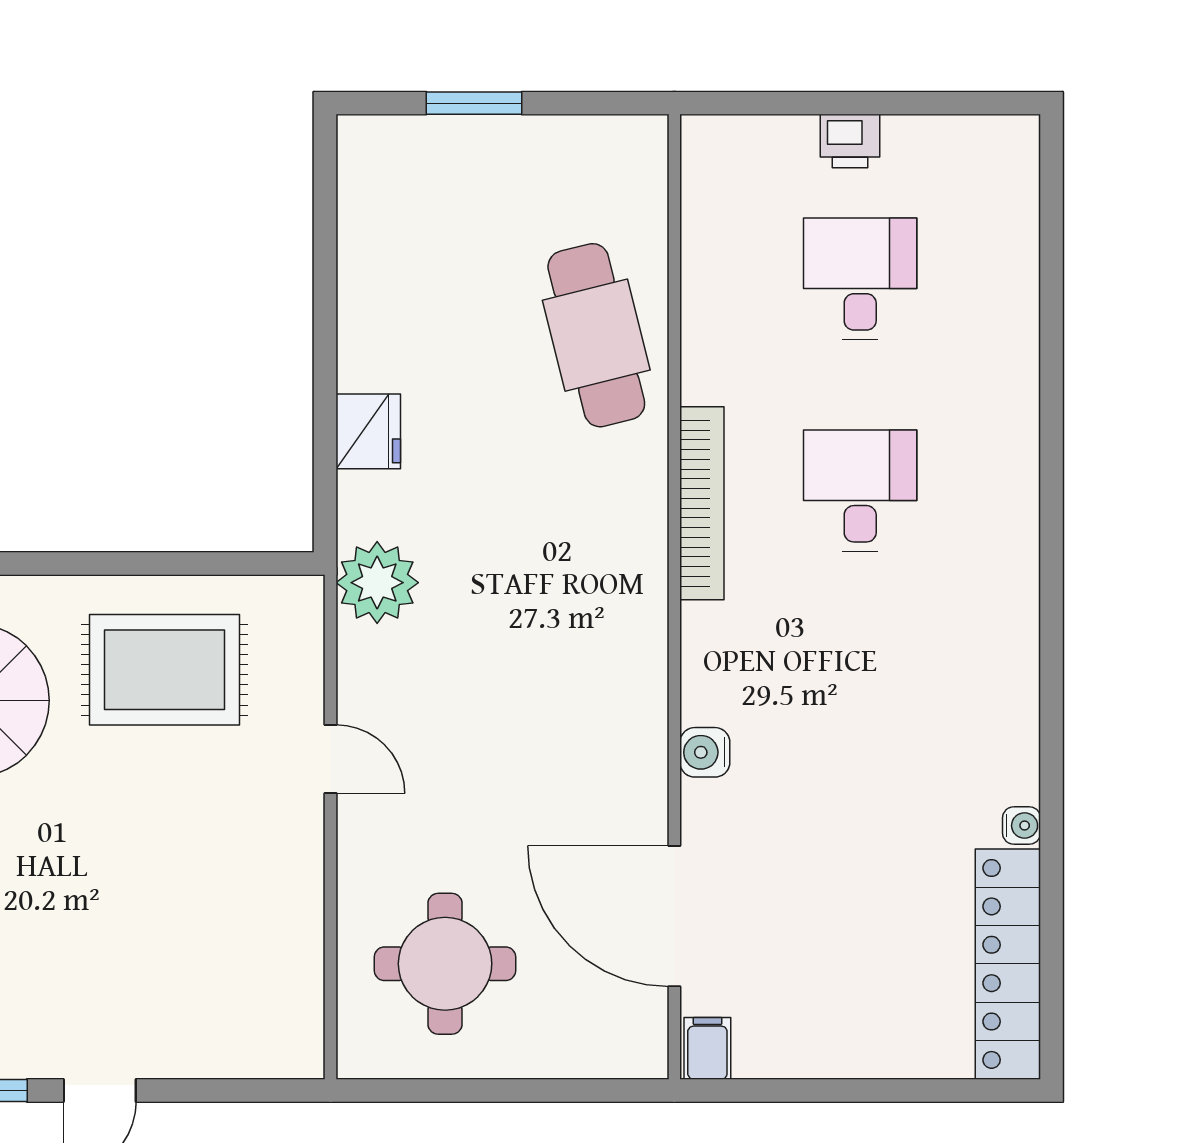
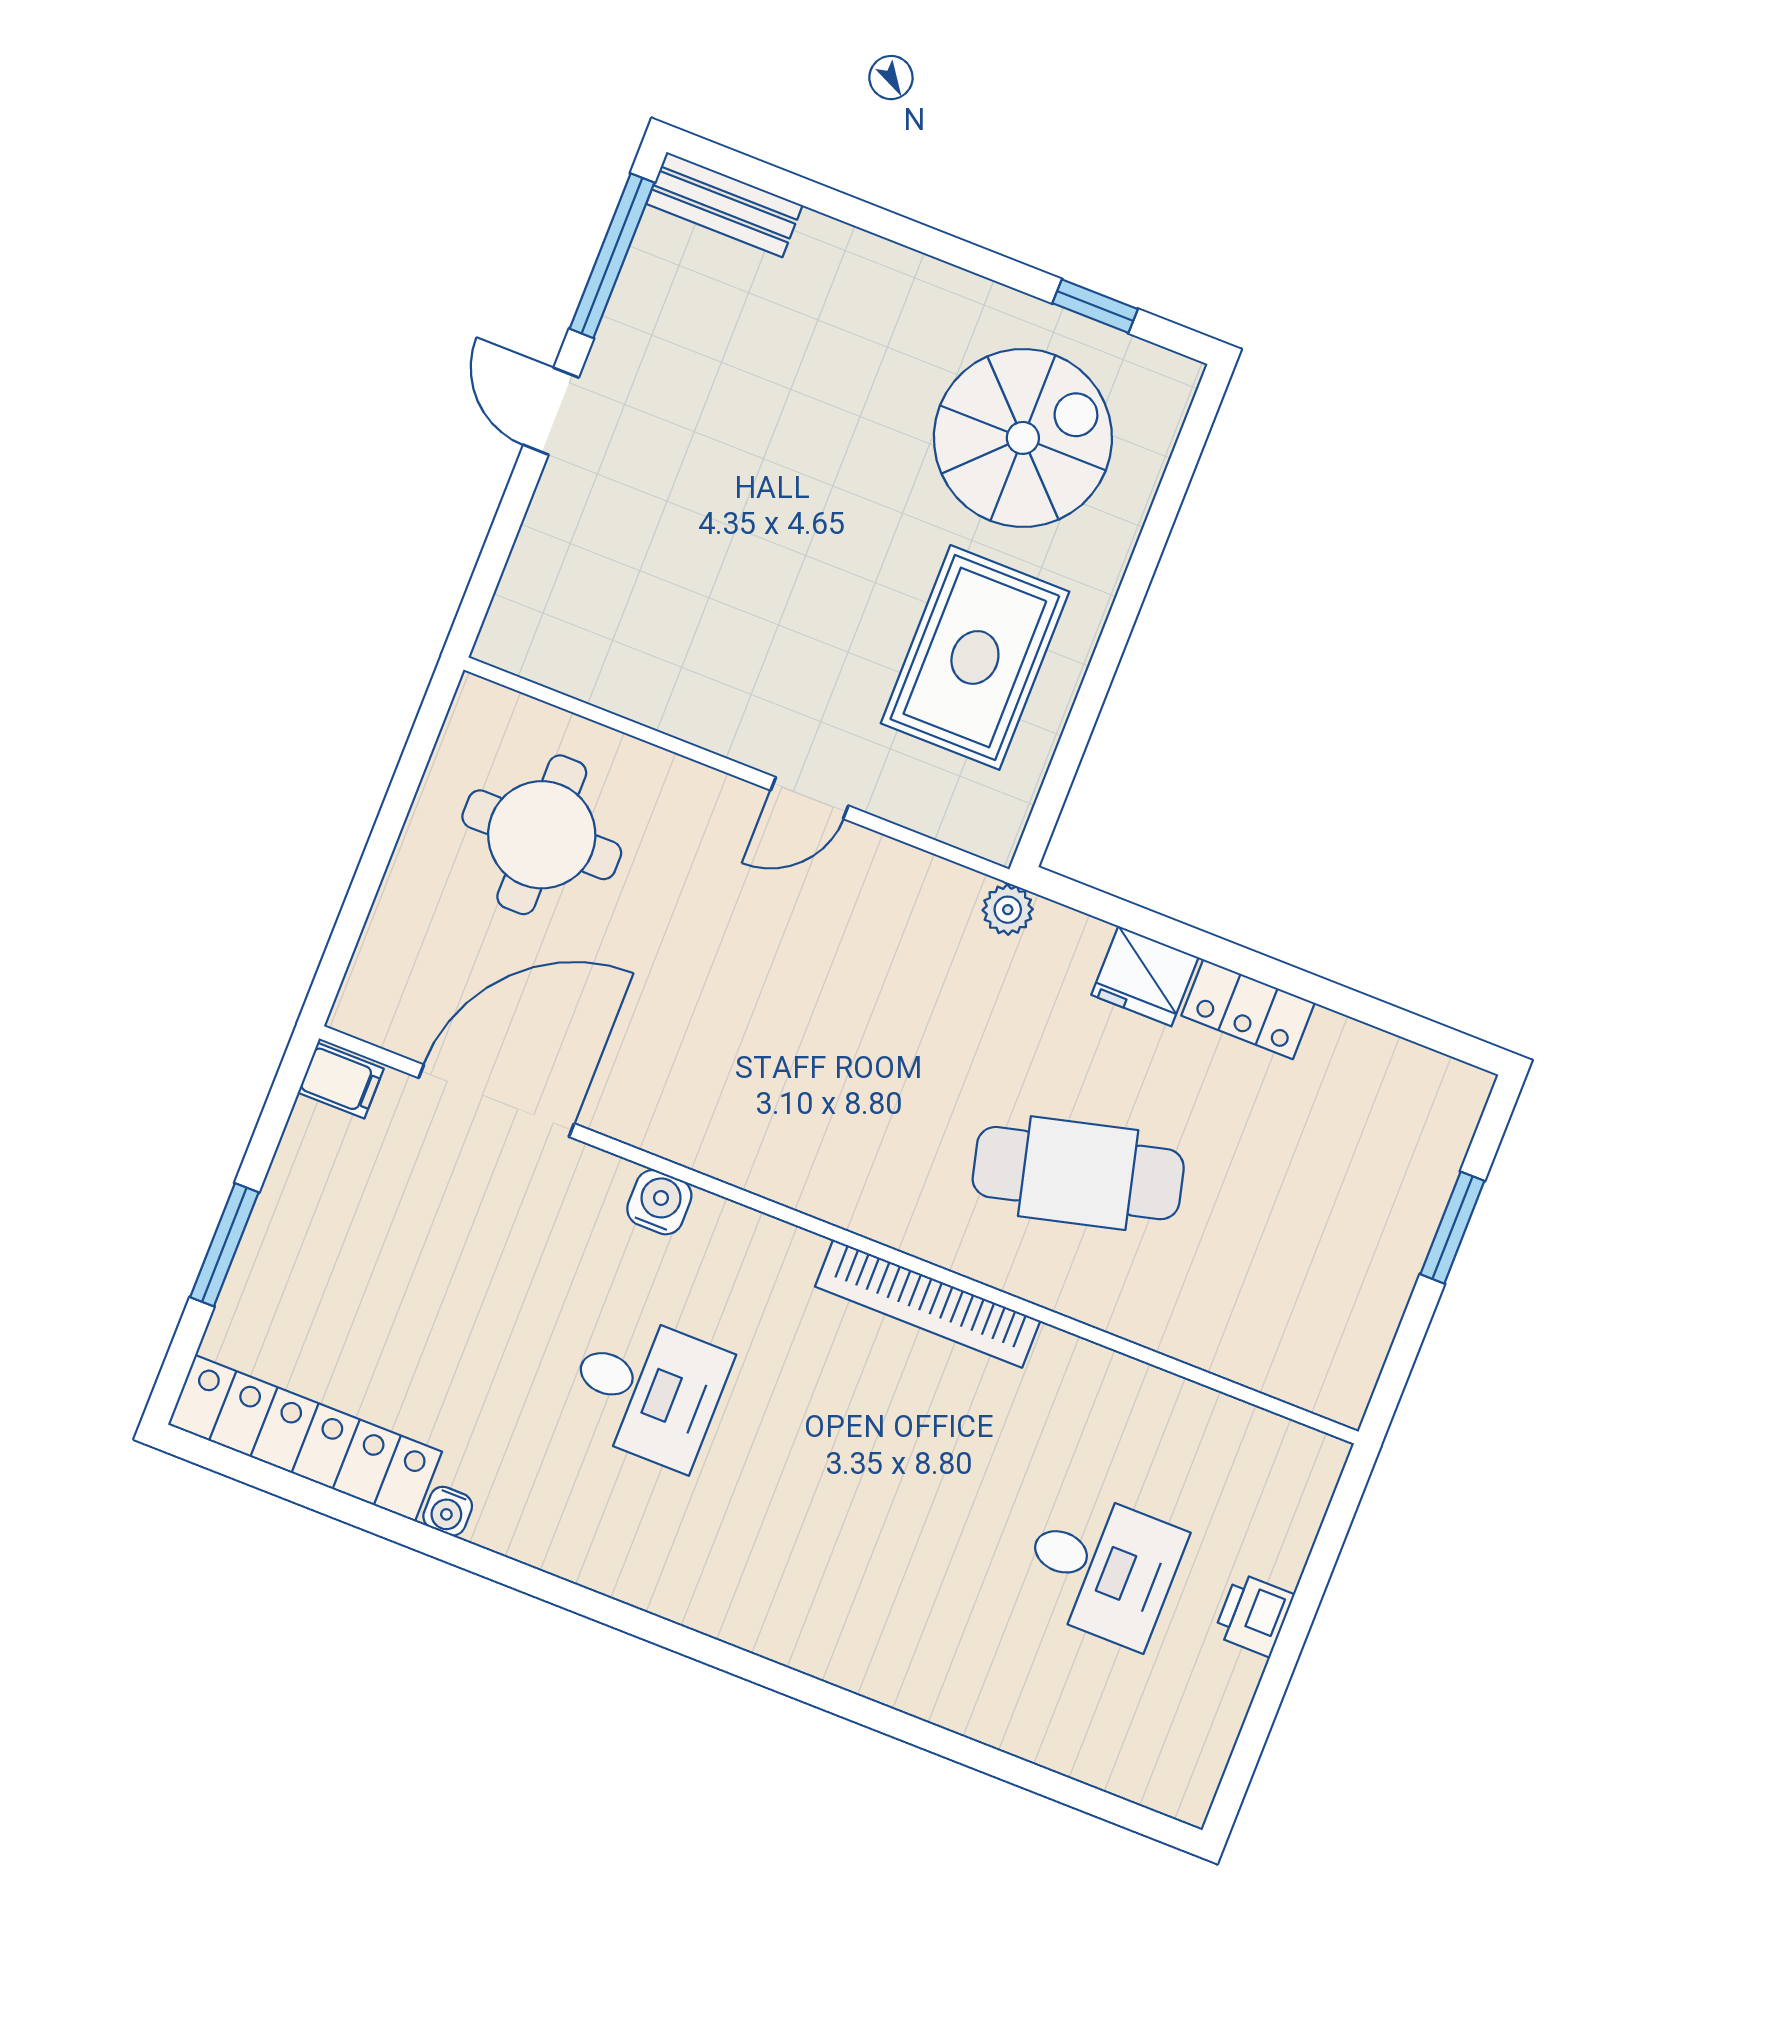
cafe table: (596, 335) -> (1078, 1173), moved
locker: (362, 338) -> (1248, 1009), added
desk: (860, 491) -> (647, 1390), moved
plant: (377, 583) -> (1008, 910), width x0.53, depth x0.53
window: (877, 1090) -> (224, 1245), added

